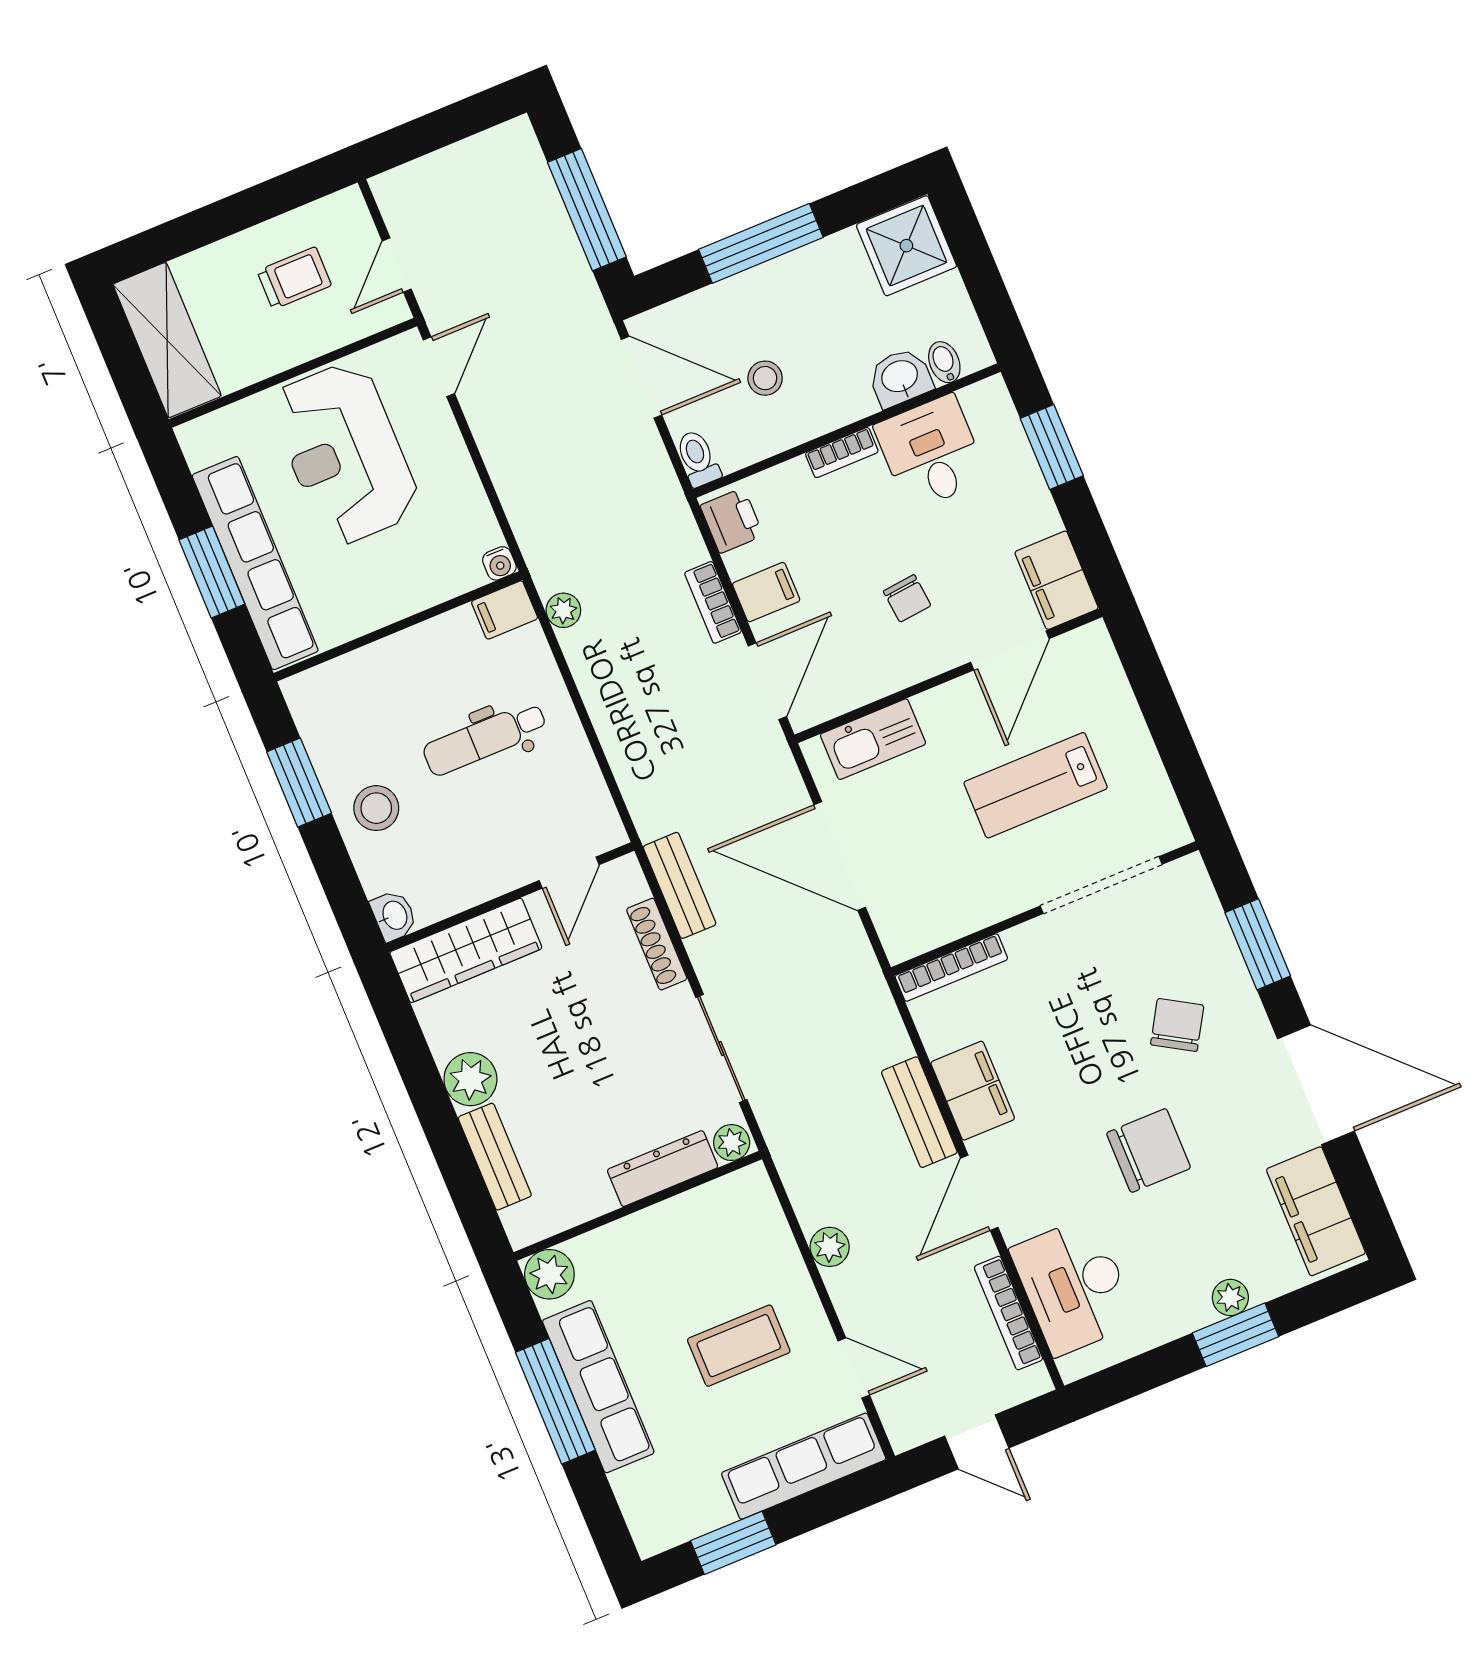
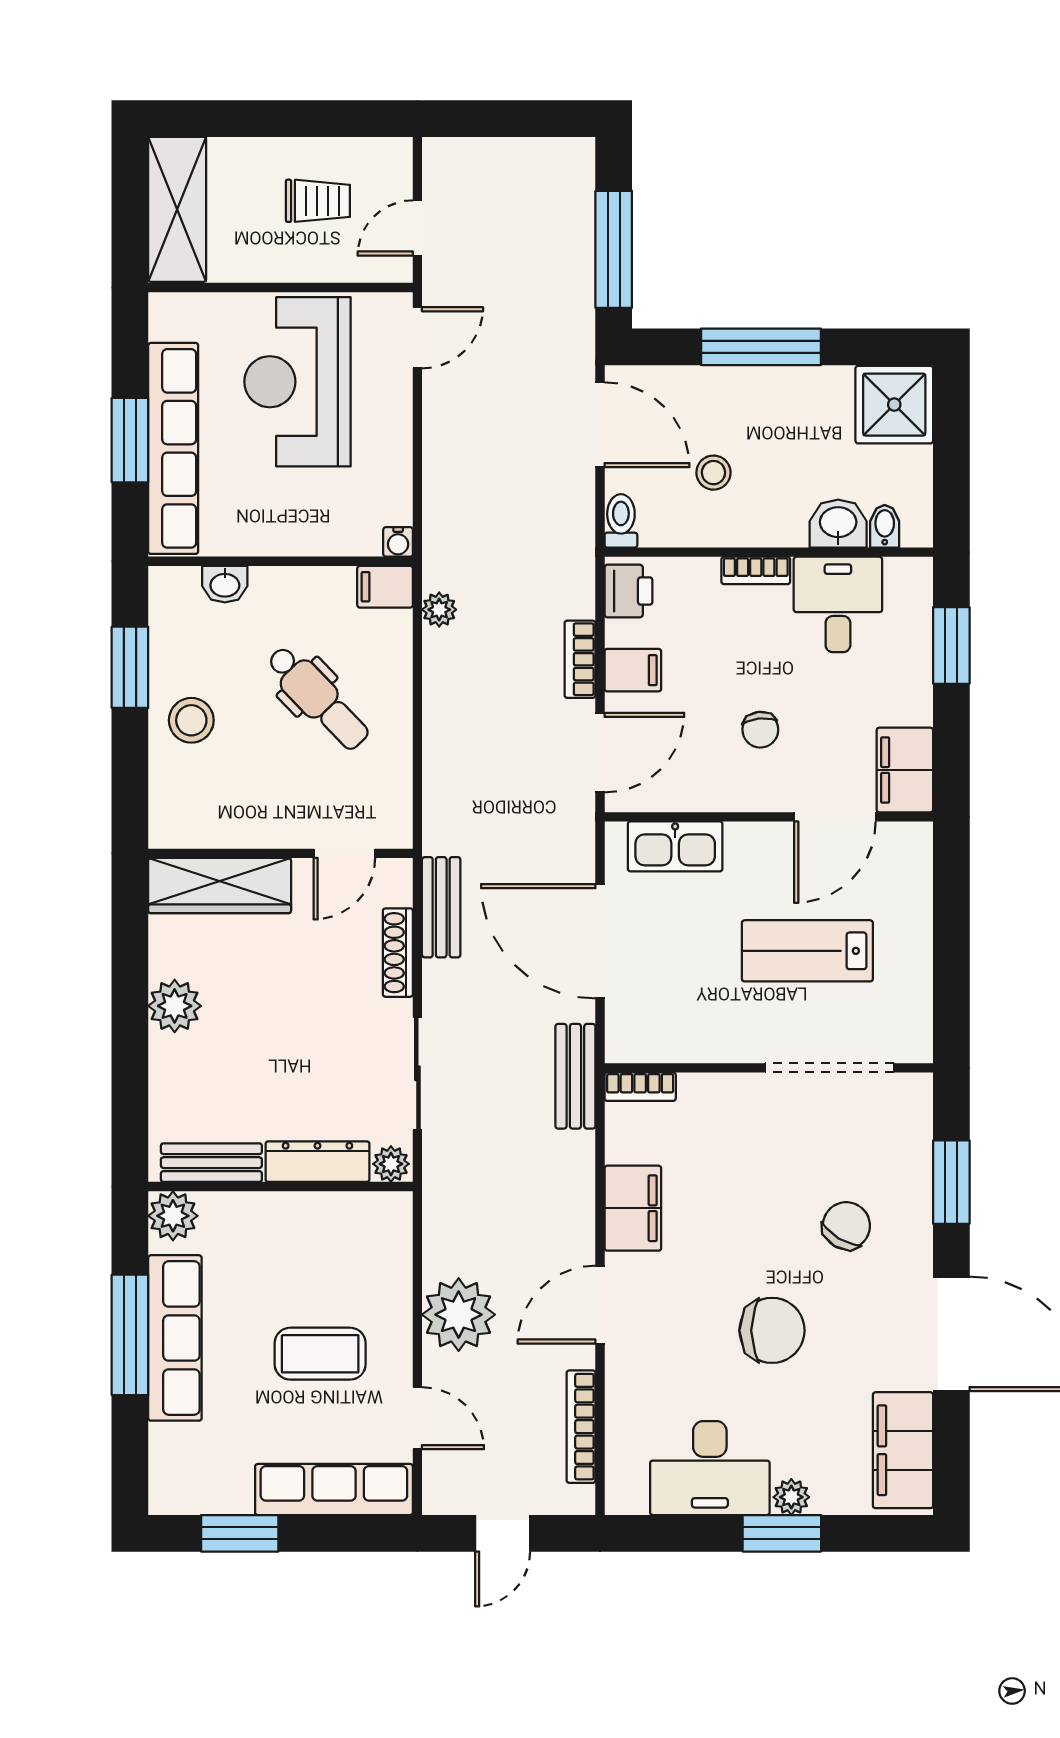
dental chair: (485, 739) -> (318, 698), turned -134
washbasin: (394, 916) -> (225, 584), moved, turned 90
bookcase: (951, 968) -> (640, 1087), width x0.64
bench: (919, 1112) -> (575, 1076), moved
bench: (495, 1157) -> (211, 1163), moved, turned 90
plant: (830, 1247) -> (459, 1315), width x1.87, depth x1.87
desk: (1074, 1286) -> (710, 1468), moved, turned -90
door: (977, 1442) -> (503, 1533), hinge flipped

